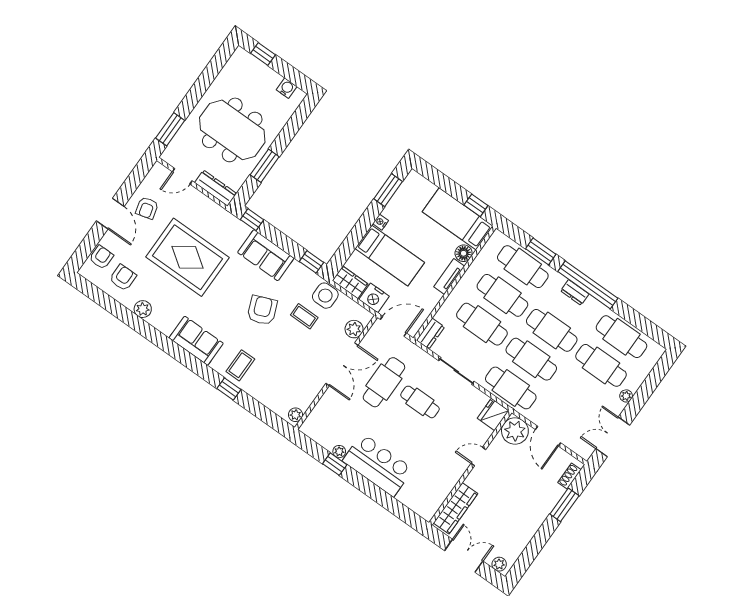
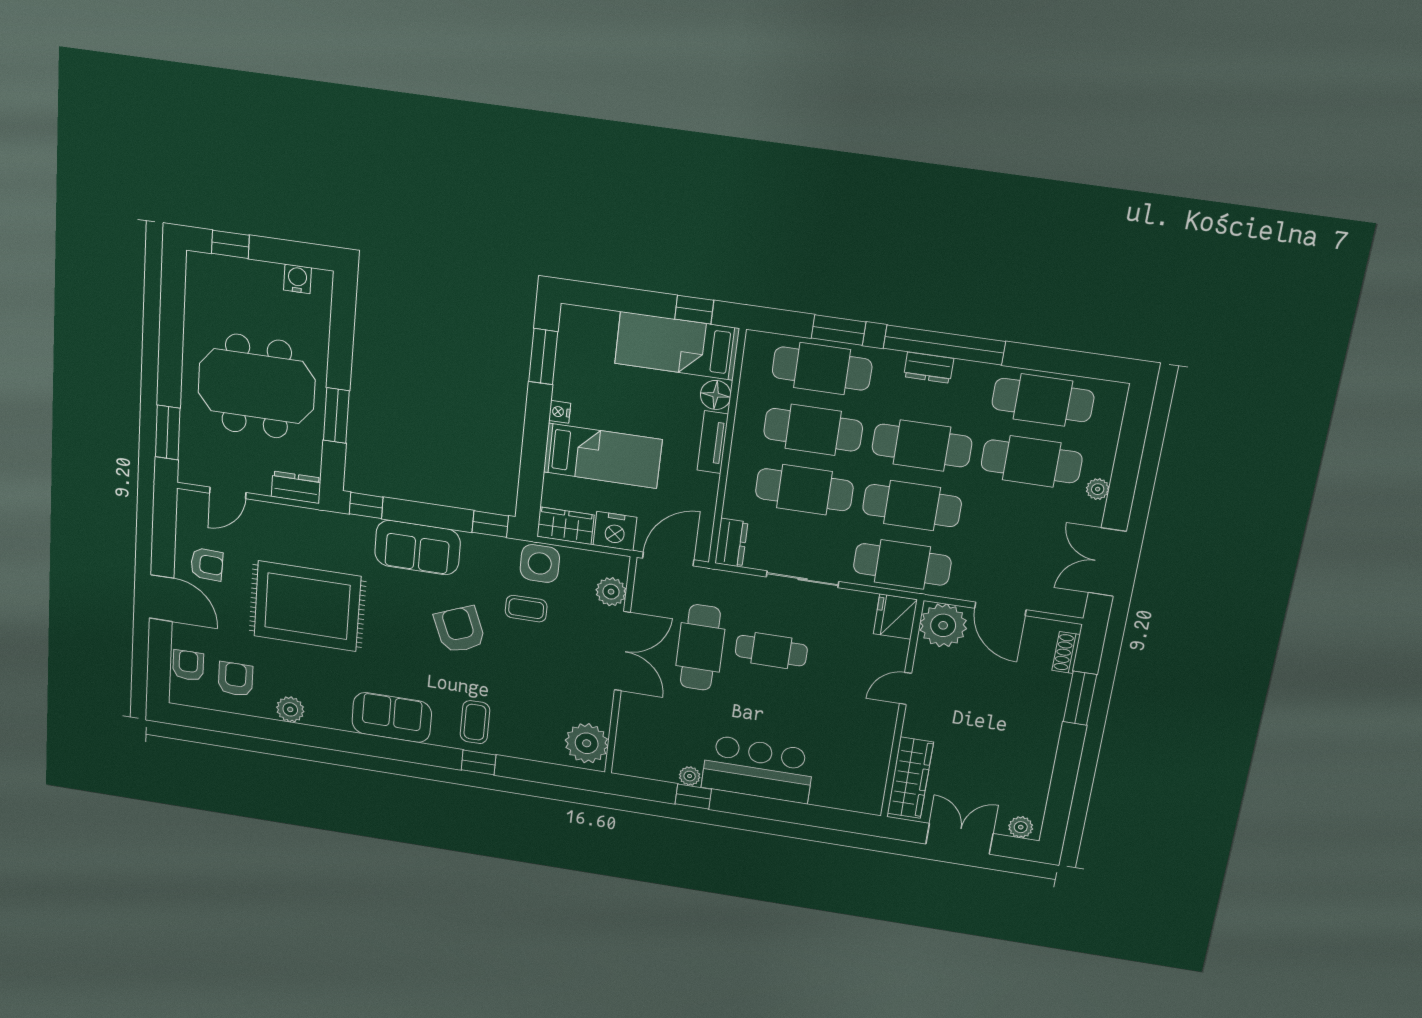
dresser: (216, 188) -> (296, 487), width x0.70
armchair: (147, 208) -> (207, 564), turned -73
plant: (296, 415) -> (587, 743), width x1.88, depth x1.88

